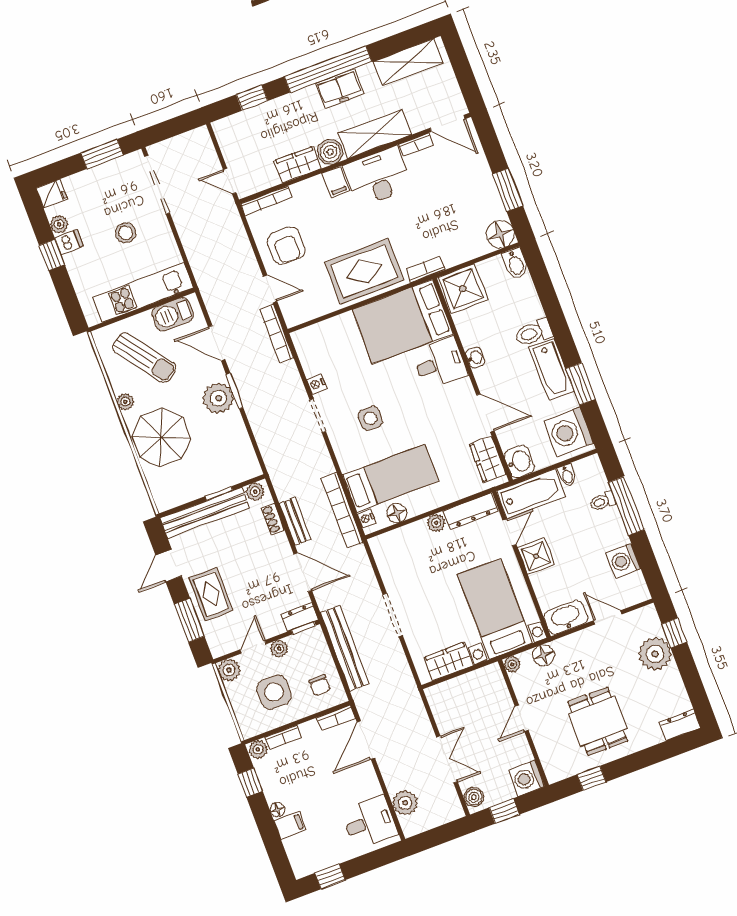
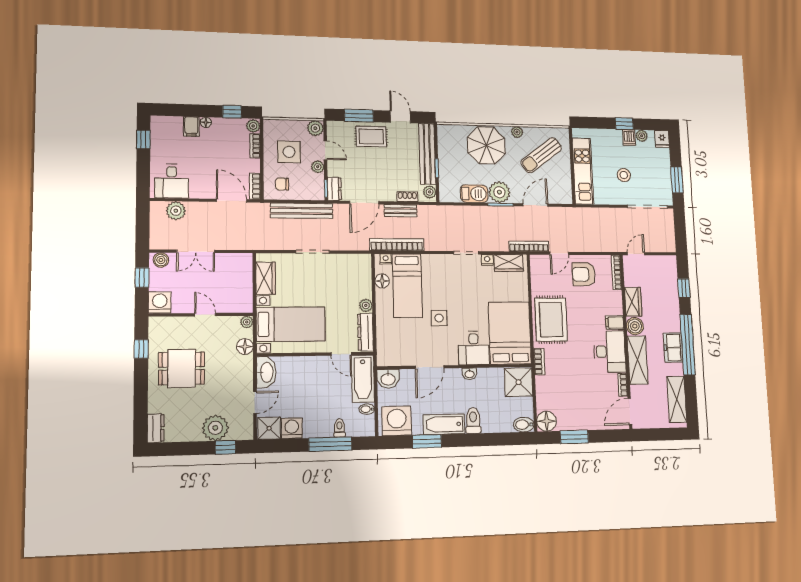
barbecue: (173, 314) -> (474, 194), moved, turned 90
side table: (370, 418) -> (439, 318), moved
wardrobe: (488, 459) -> (509, 263), moved, turned 180
shower: (536, 556) -> (269, 428), moved

